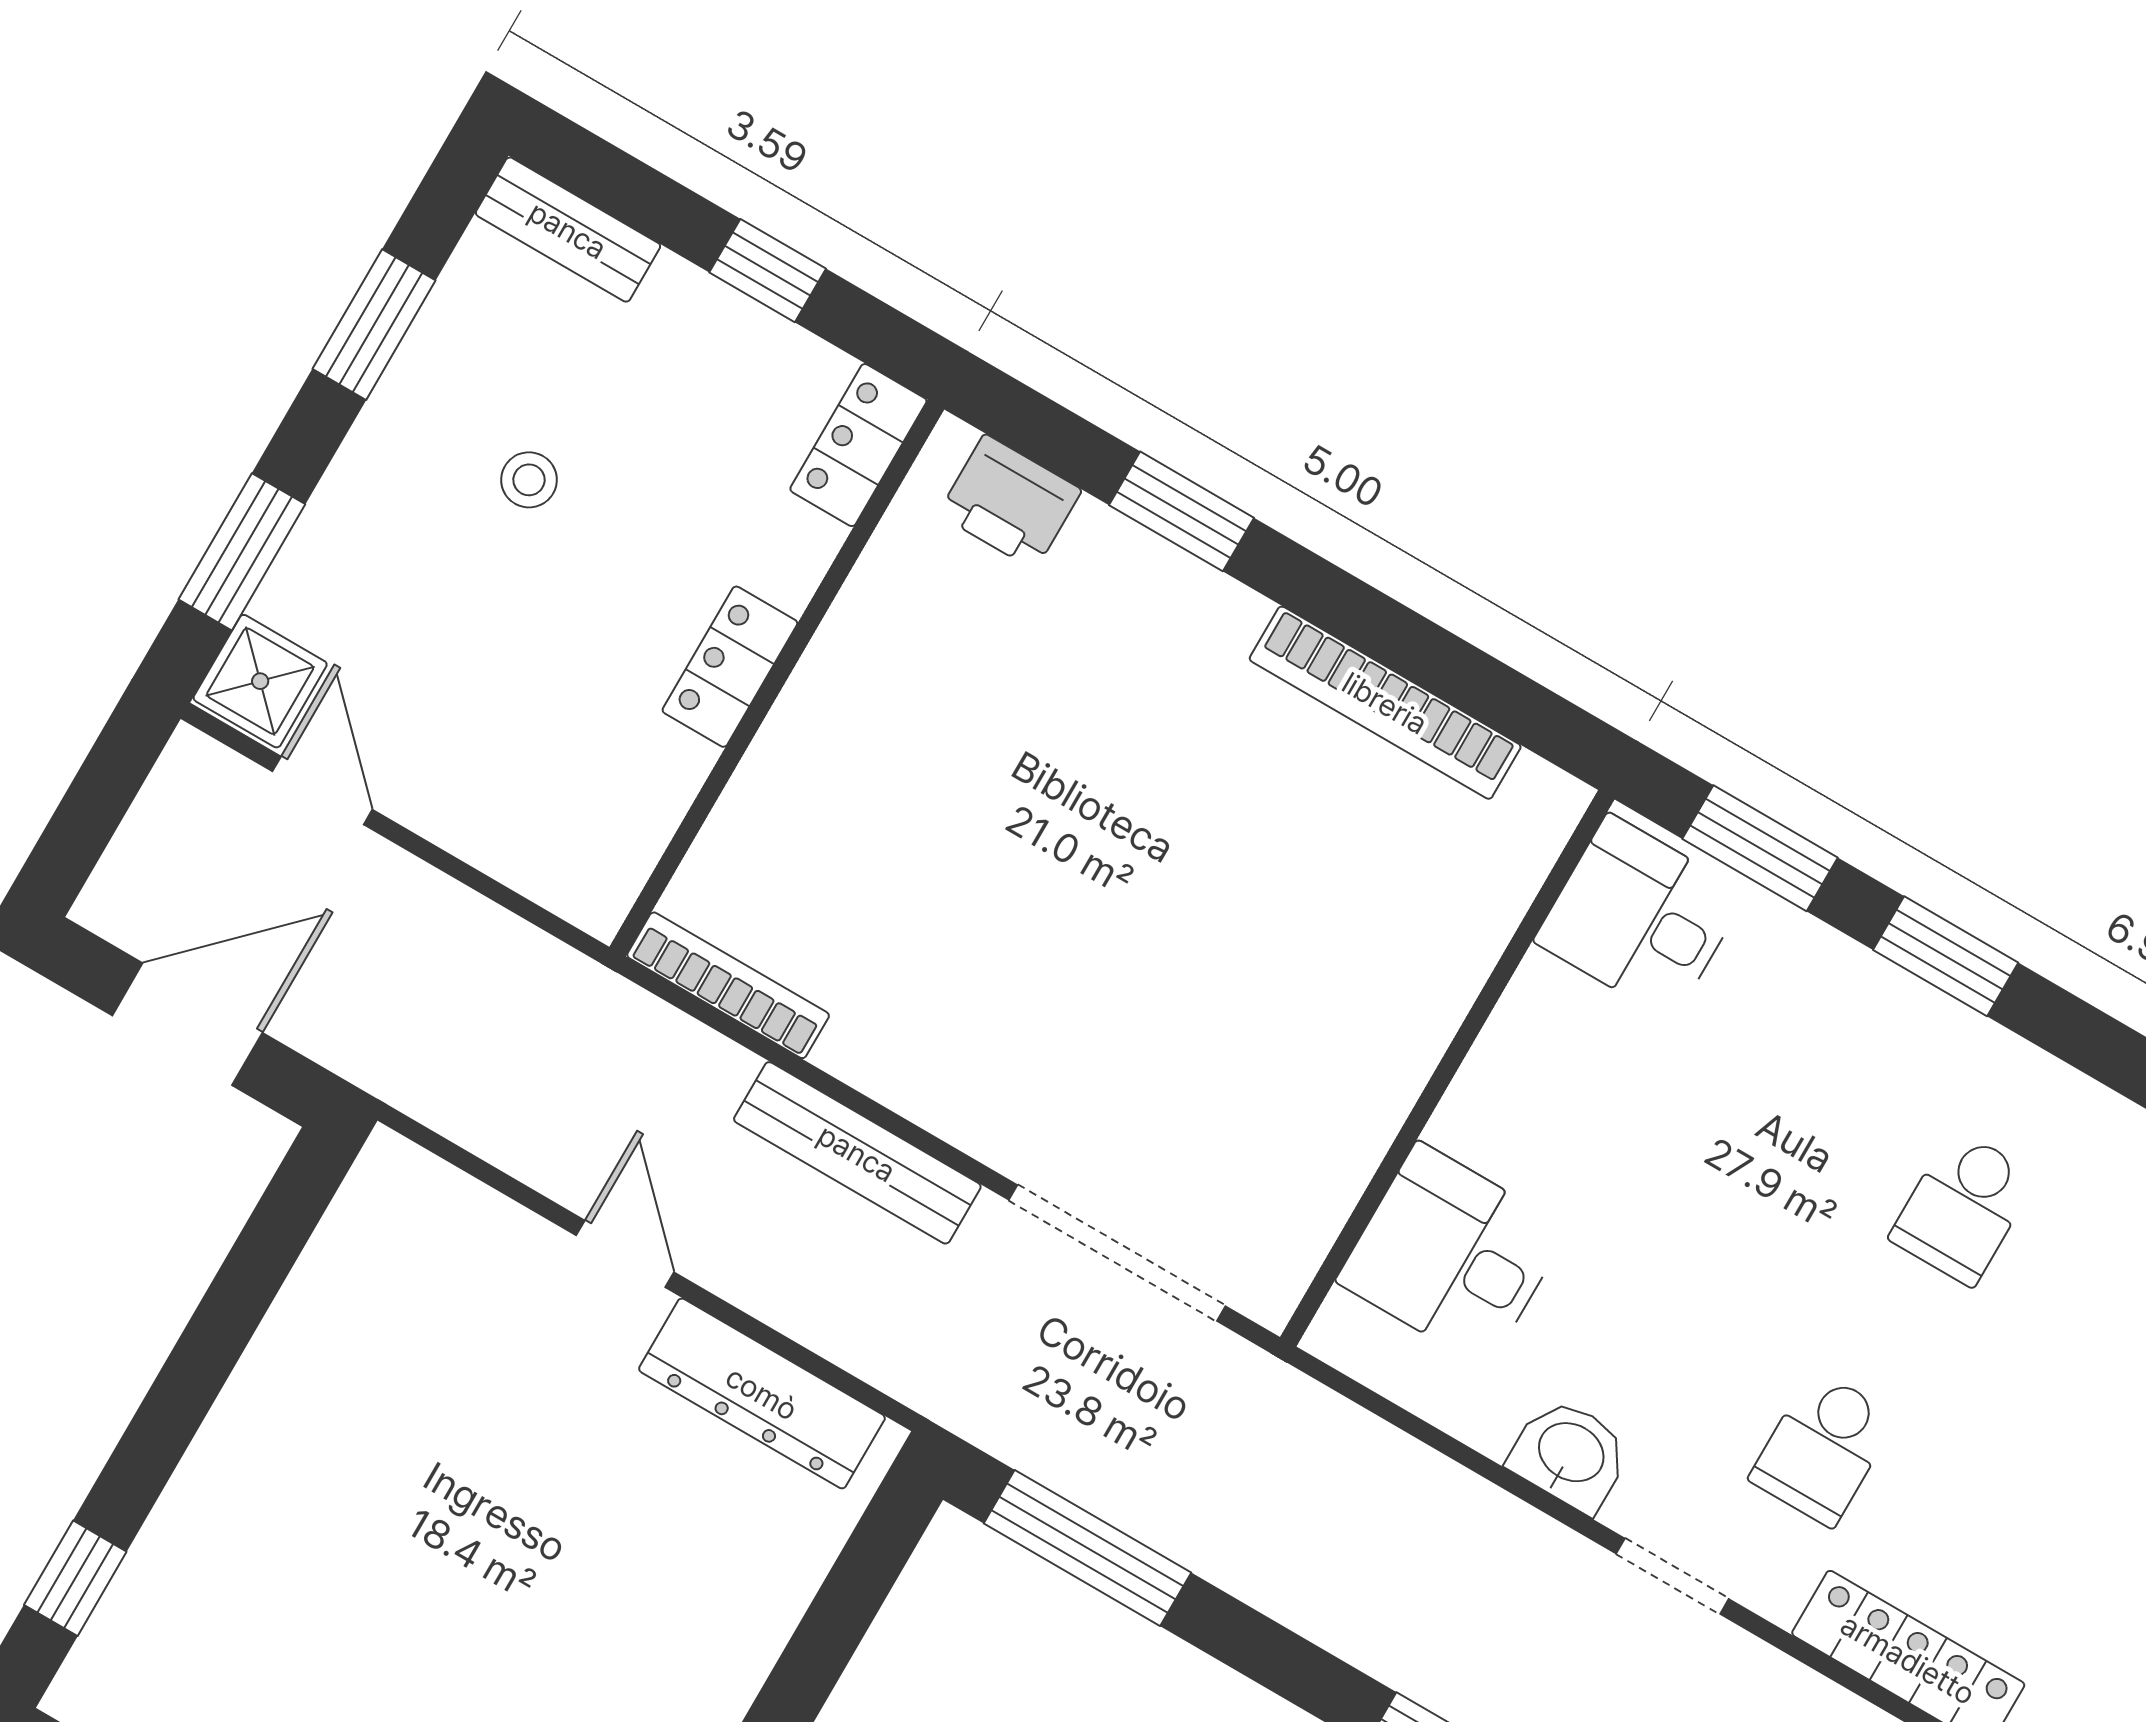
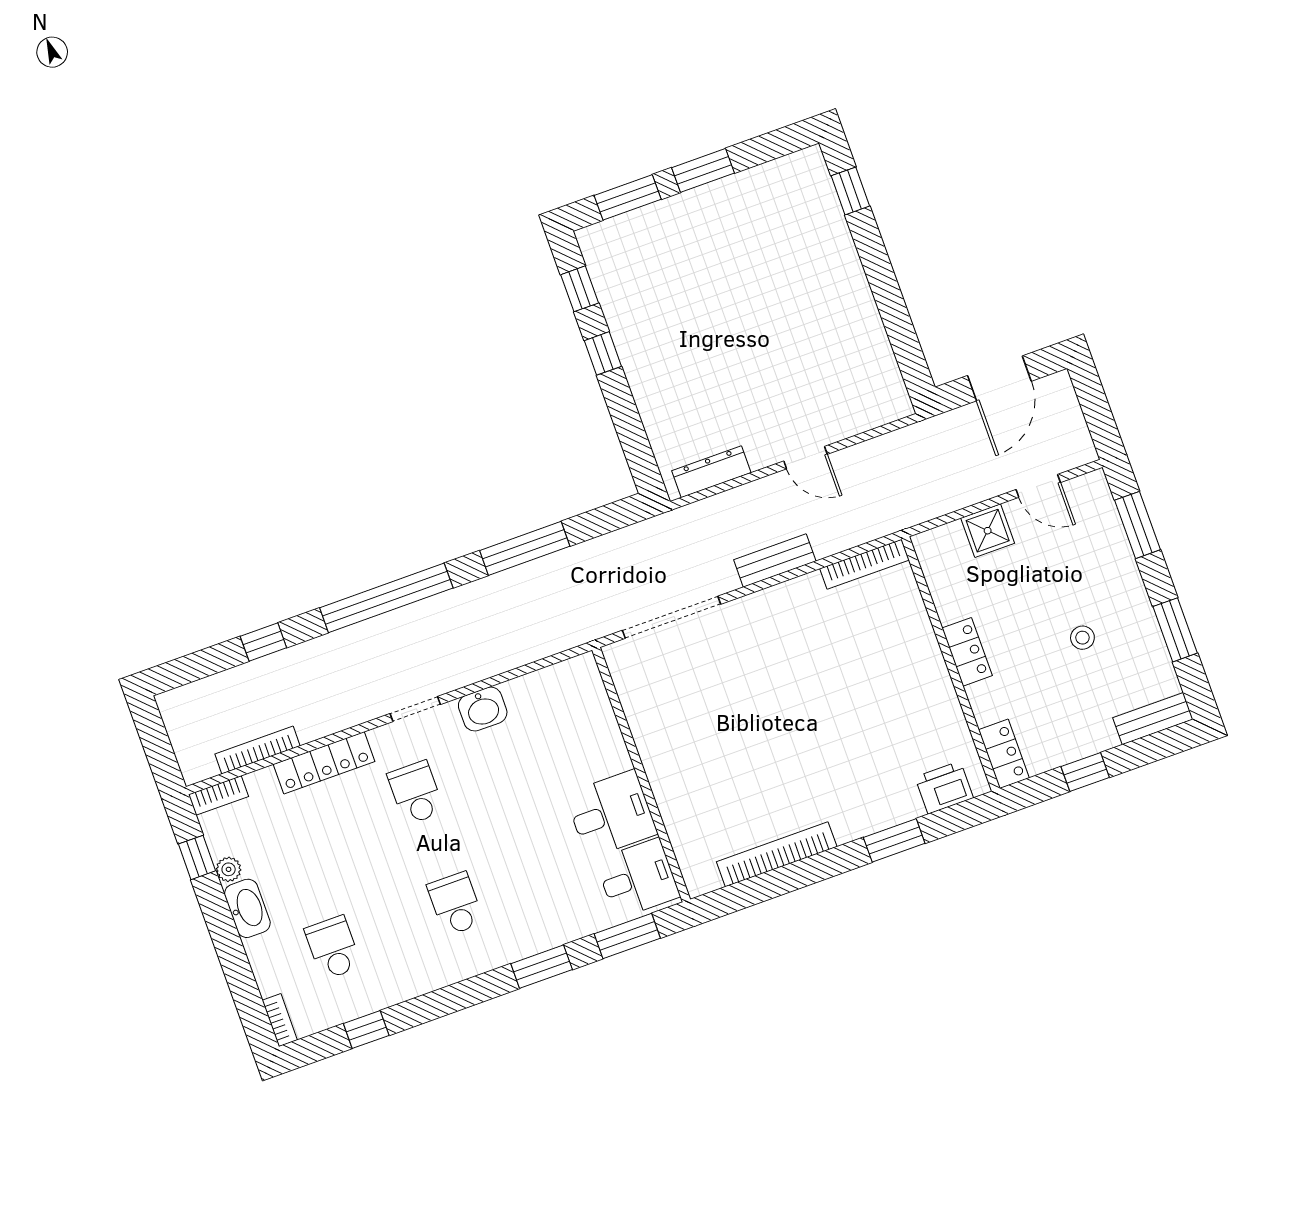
shower: (260, 681) -> (988, 531), moved
bench: (857, 1153) -> (775, 560), width x0.73
desk: (1452, 1255) -> (611, 814), moved
dresser: (762, 1393) -> (711, 472), width x0.73, depth x0.80
window: (1087, 1548) -> (525, 548), moved

